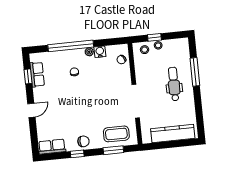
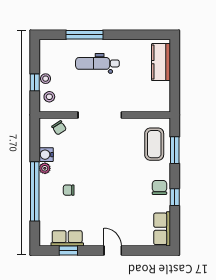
doorway: (136, 101) -> (100, 115), moved
kitchen counter: (173, 134) -> (161, 62), width x0.67

